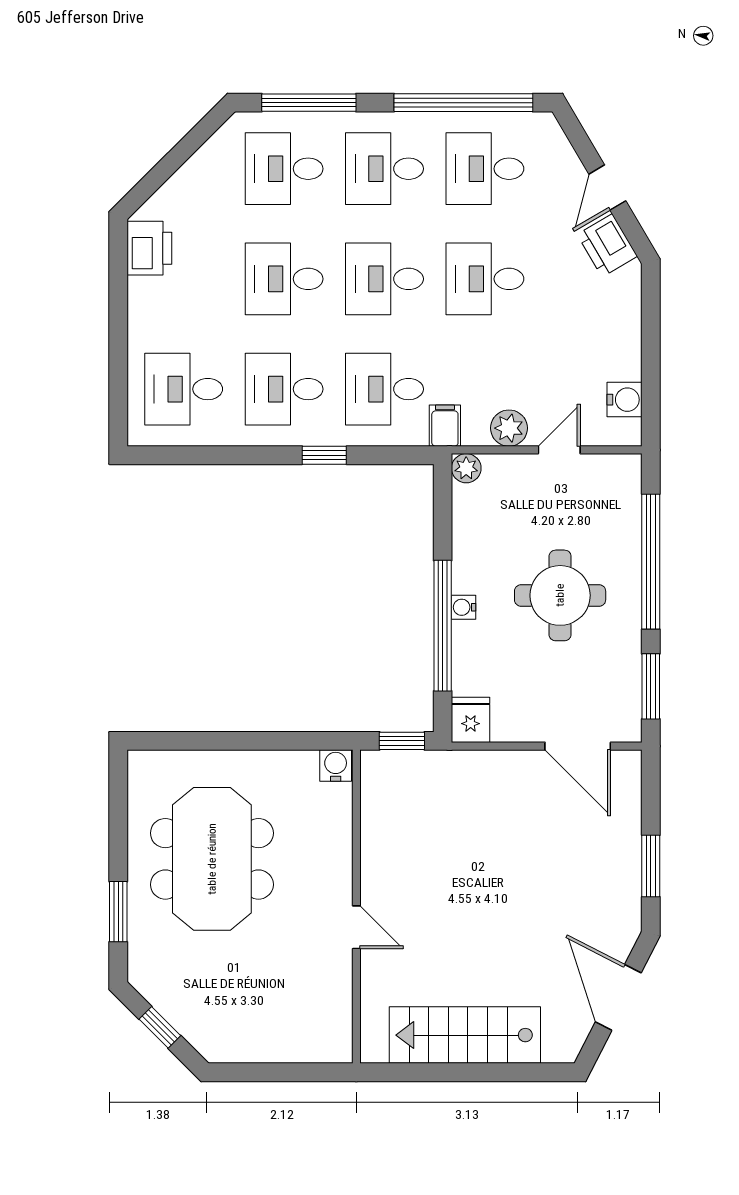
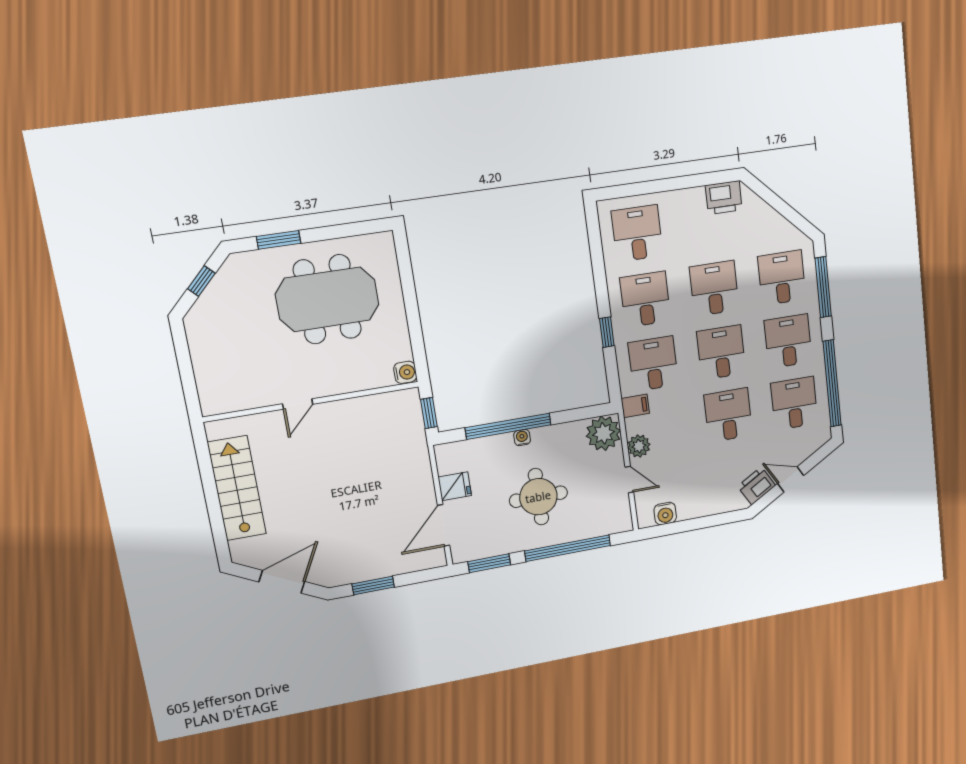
plant: (466, 468) -> (603, 433), width x1.88, depth x1.88
fridge: (471, 720) -> (455, 486), moved

